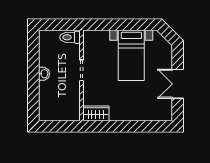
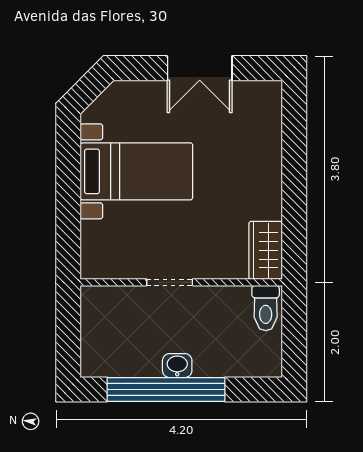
toilet: (70, 37) -> (266, 308), moved
window: (33, 69) -> (166, 389), added

